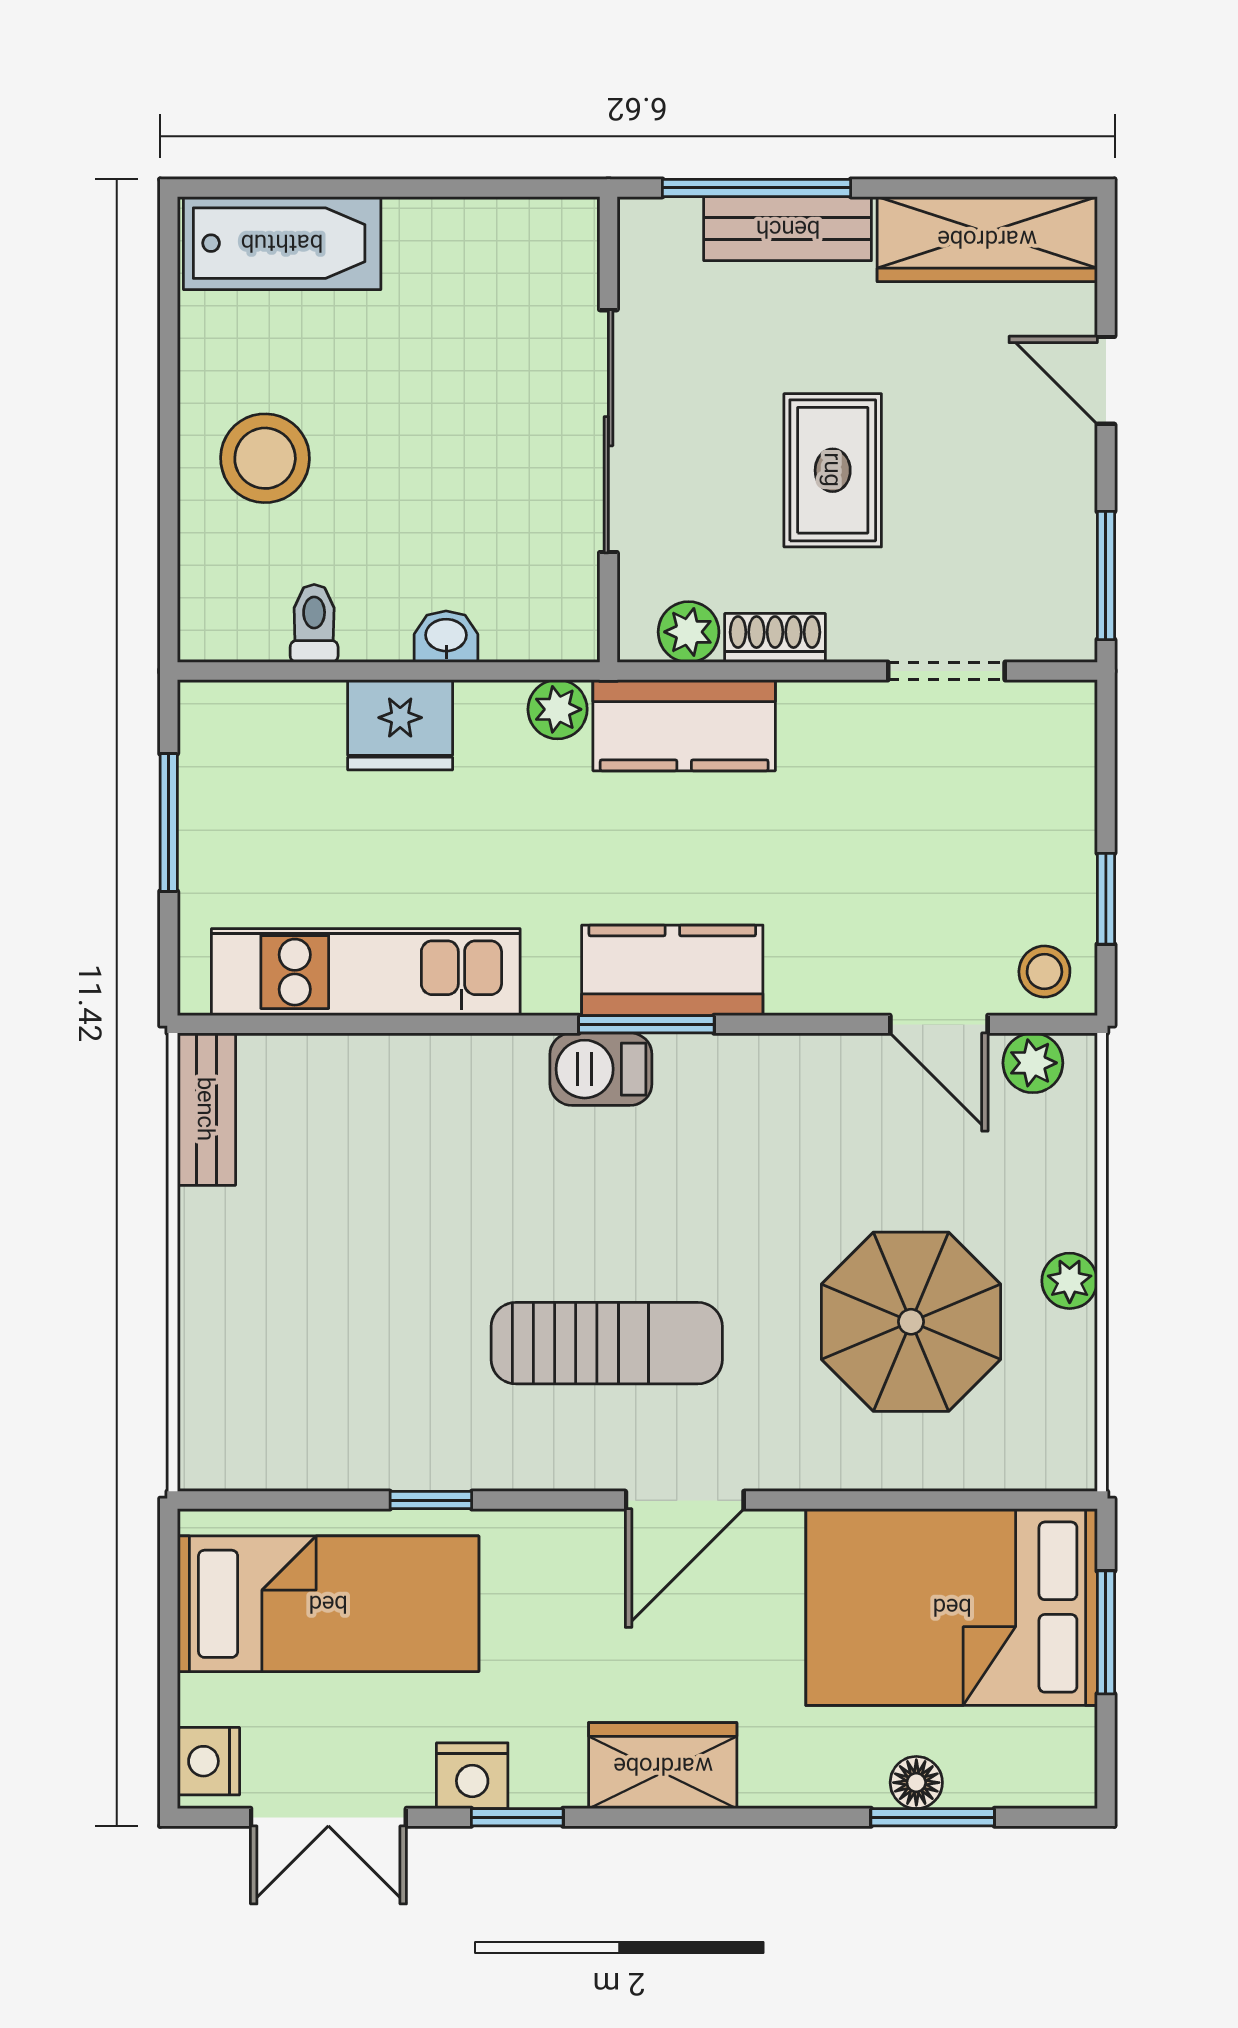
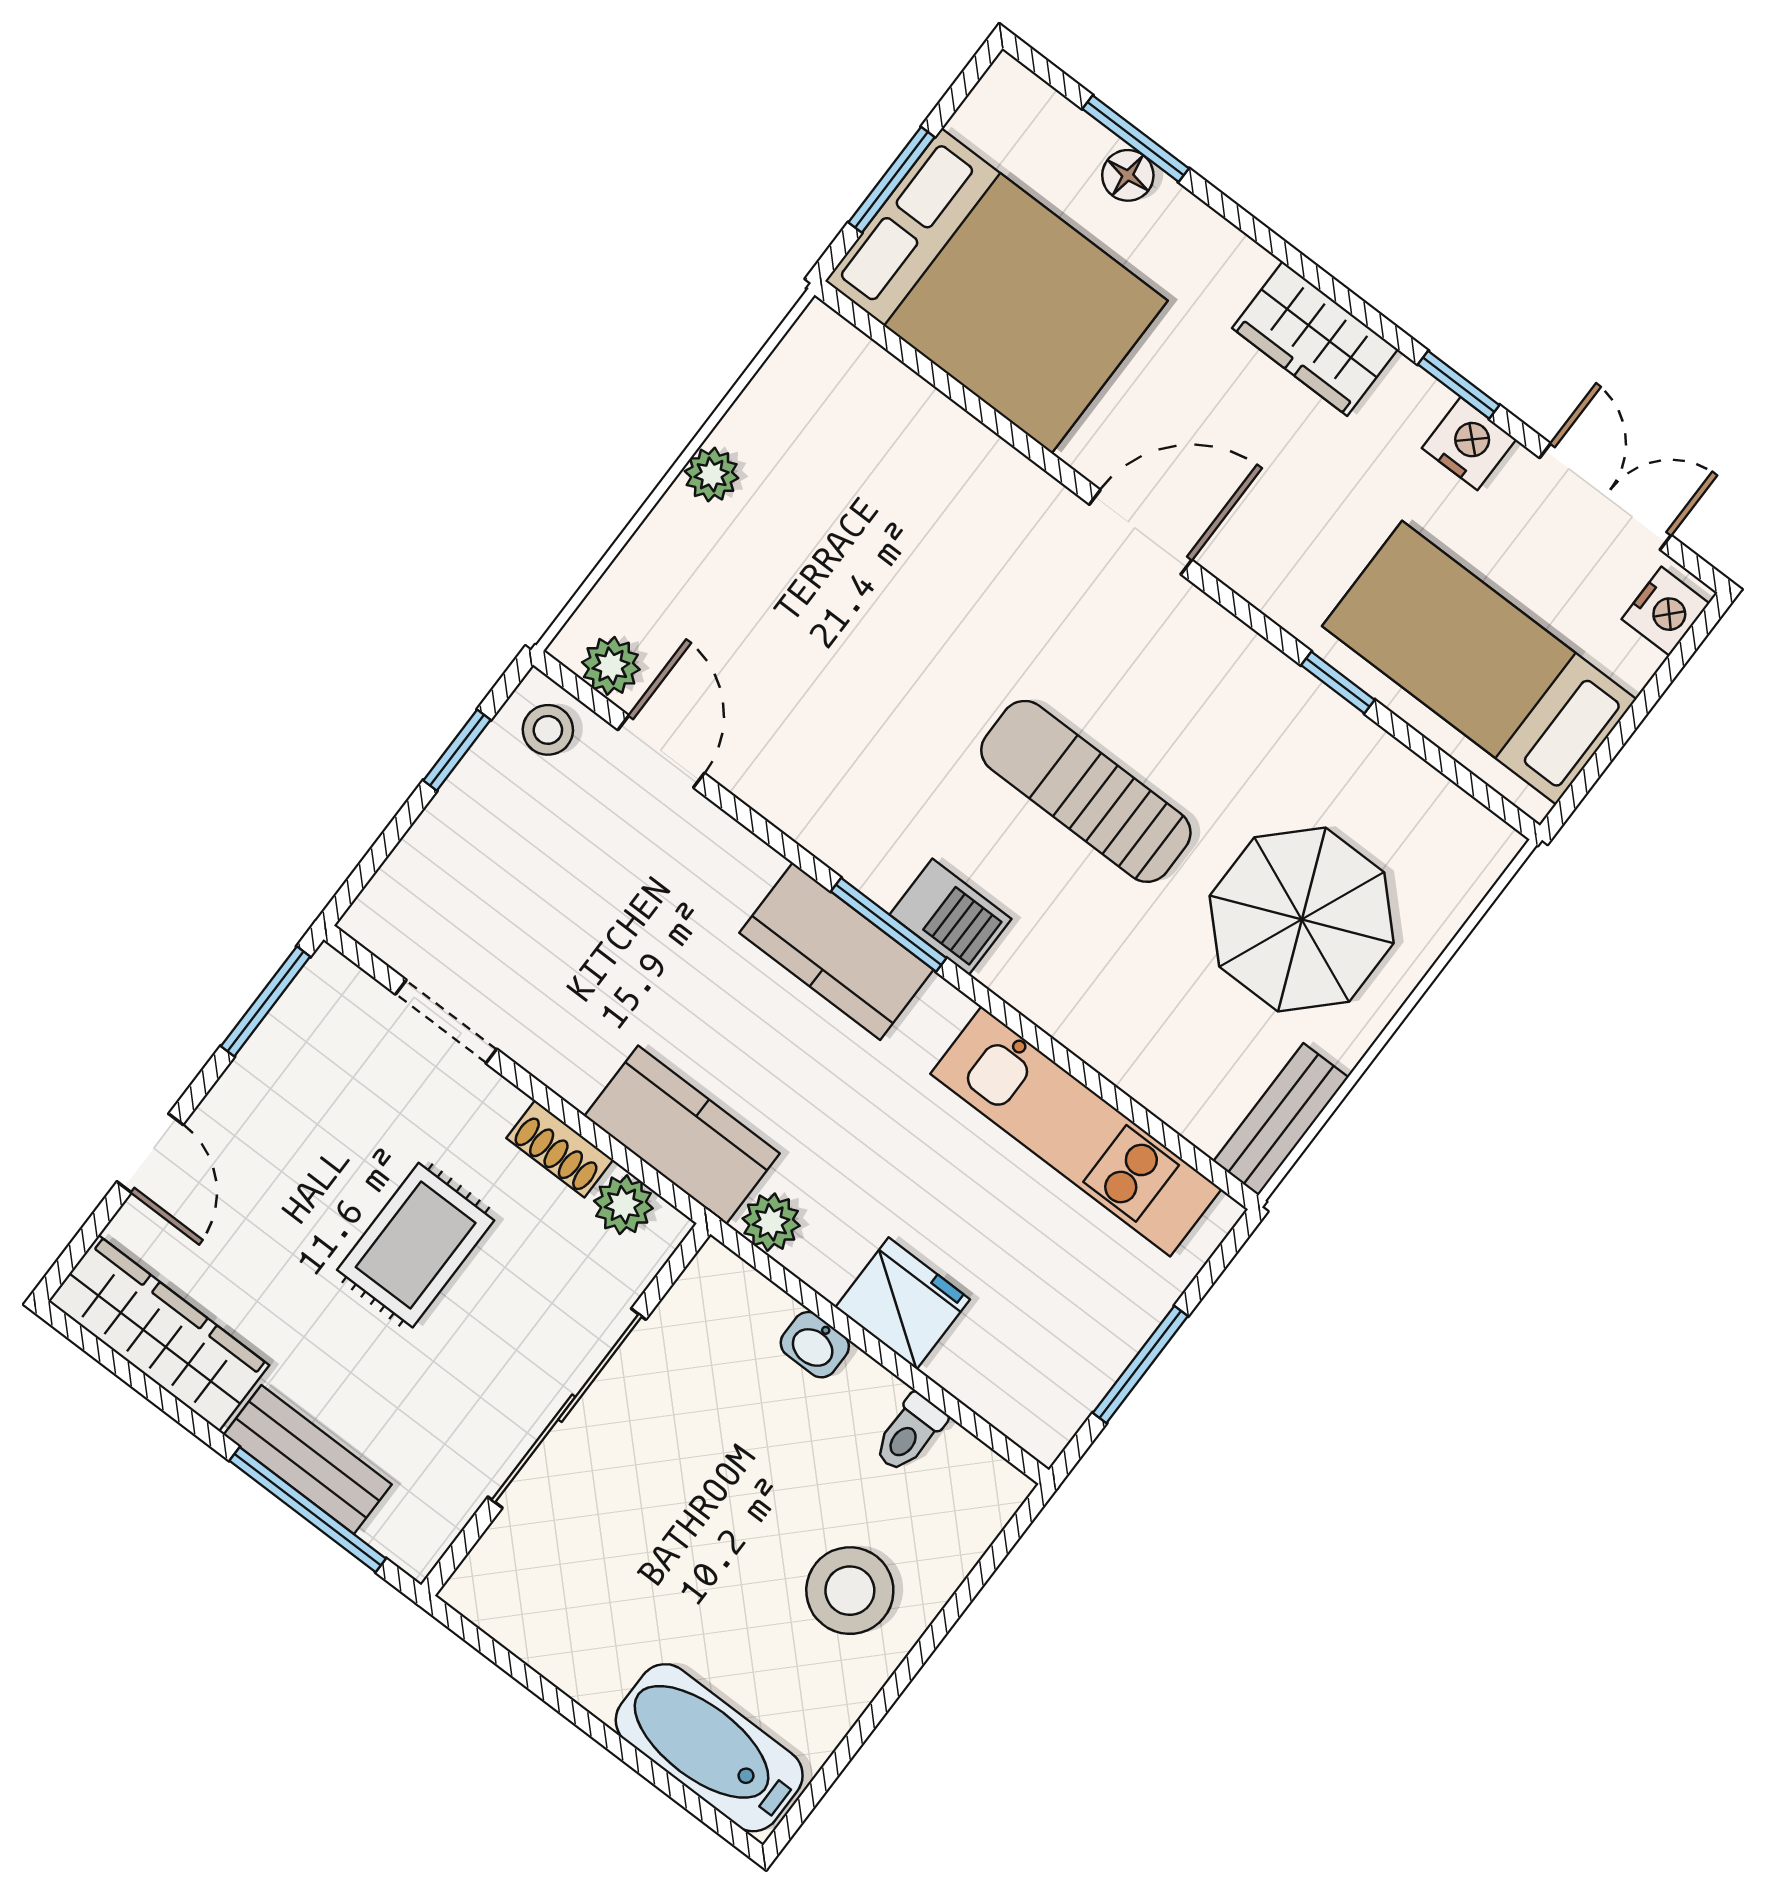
parasol: (911, 1322) -> (1302, 919), moved
sun lounger: (607, 1343) -> (1086, 791), moved

